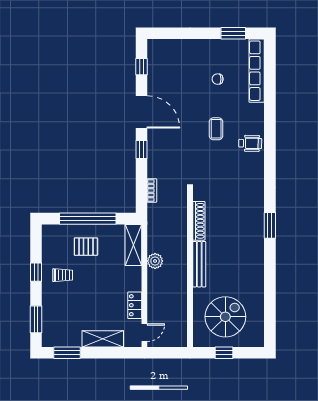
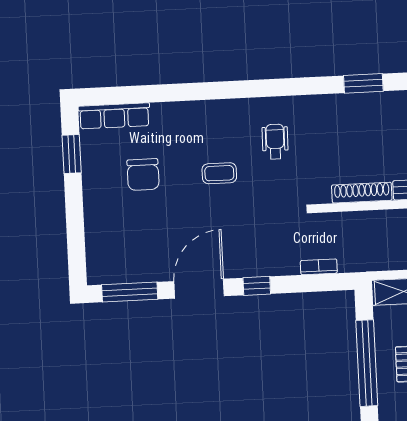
window: (142, 67) -> (130, 292), width x2.17
row of seats: (257, 71) -> (114, 116), width x0.73
chair: (218, 79) -> (143, 175), width x1.87, depth x1.87
wheelchair: (250, 143) -> (275, 142), moved

